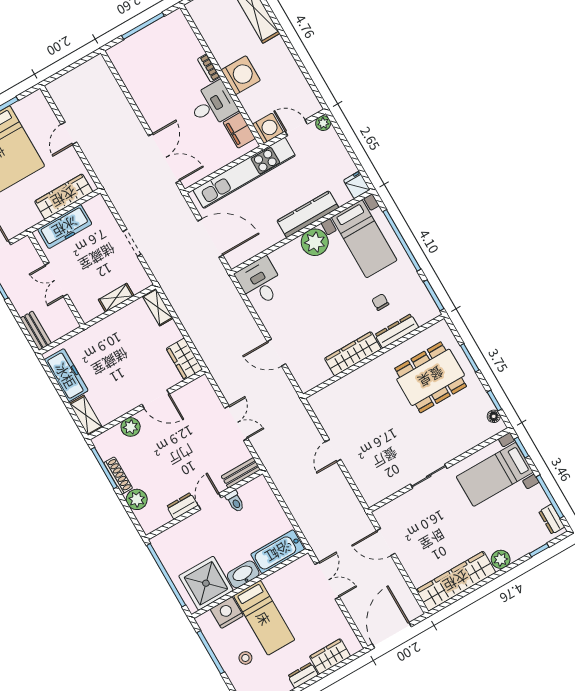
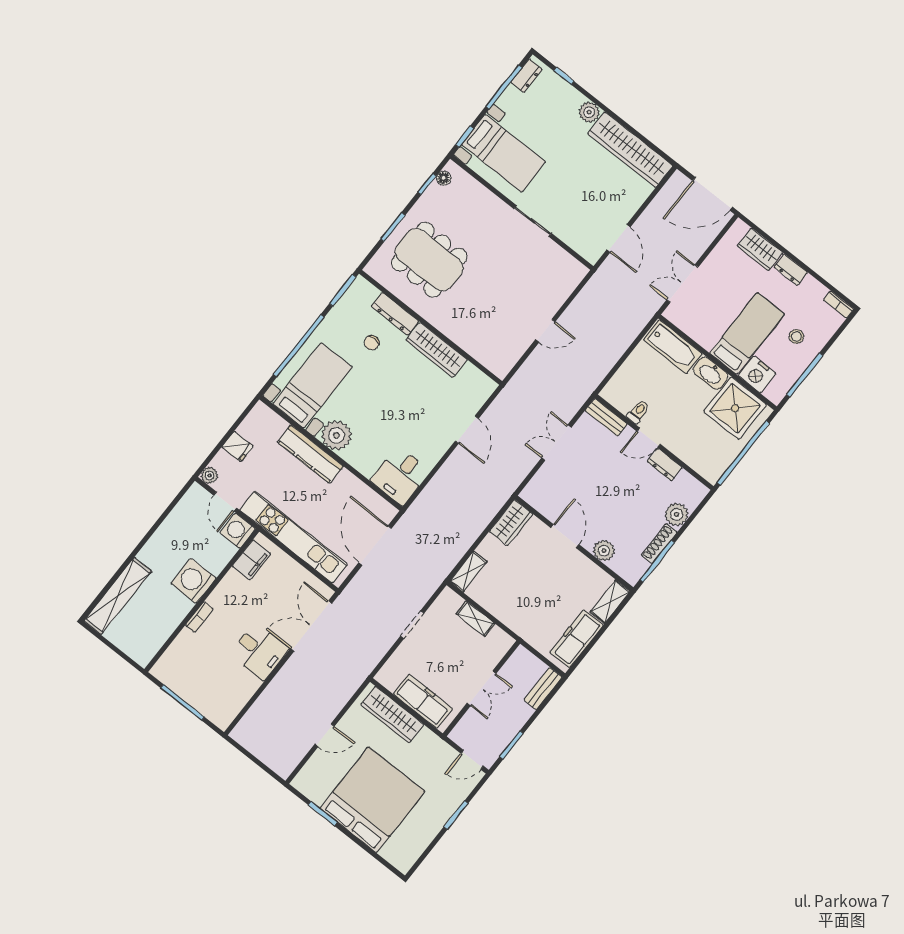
desk: (213, 105) -> (260, 651), moved, turned 180
fridge: (357, 185) -> (237, 447), moved, turned -90

